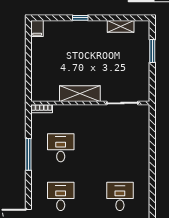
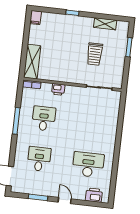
trolley: (113, 64) -> (95, 54), added
shelving: (80, 94) -> (32, 62), moved, turned 90
printer: (74, 111) -> (58, 89), added
desk: (120, 196) -> (88, 165), width x1.37

